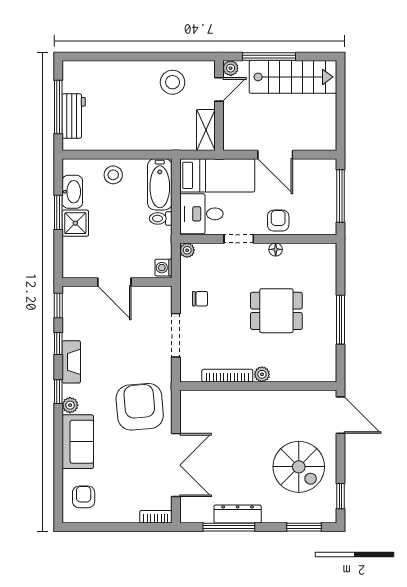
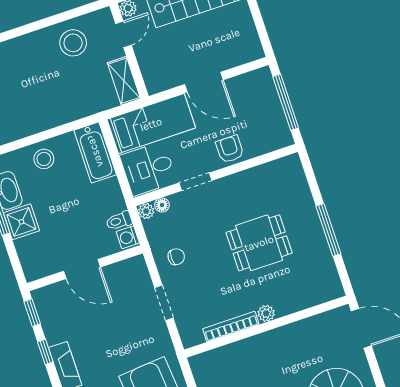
toilet: (161, 218) -> (119, 221), moved
floor lamp: (276, 249) -> (162, 205), moved
doorway: (176, 335) -> (164, 303), width x0.73

